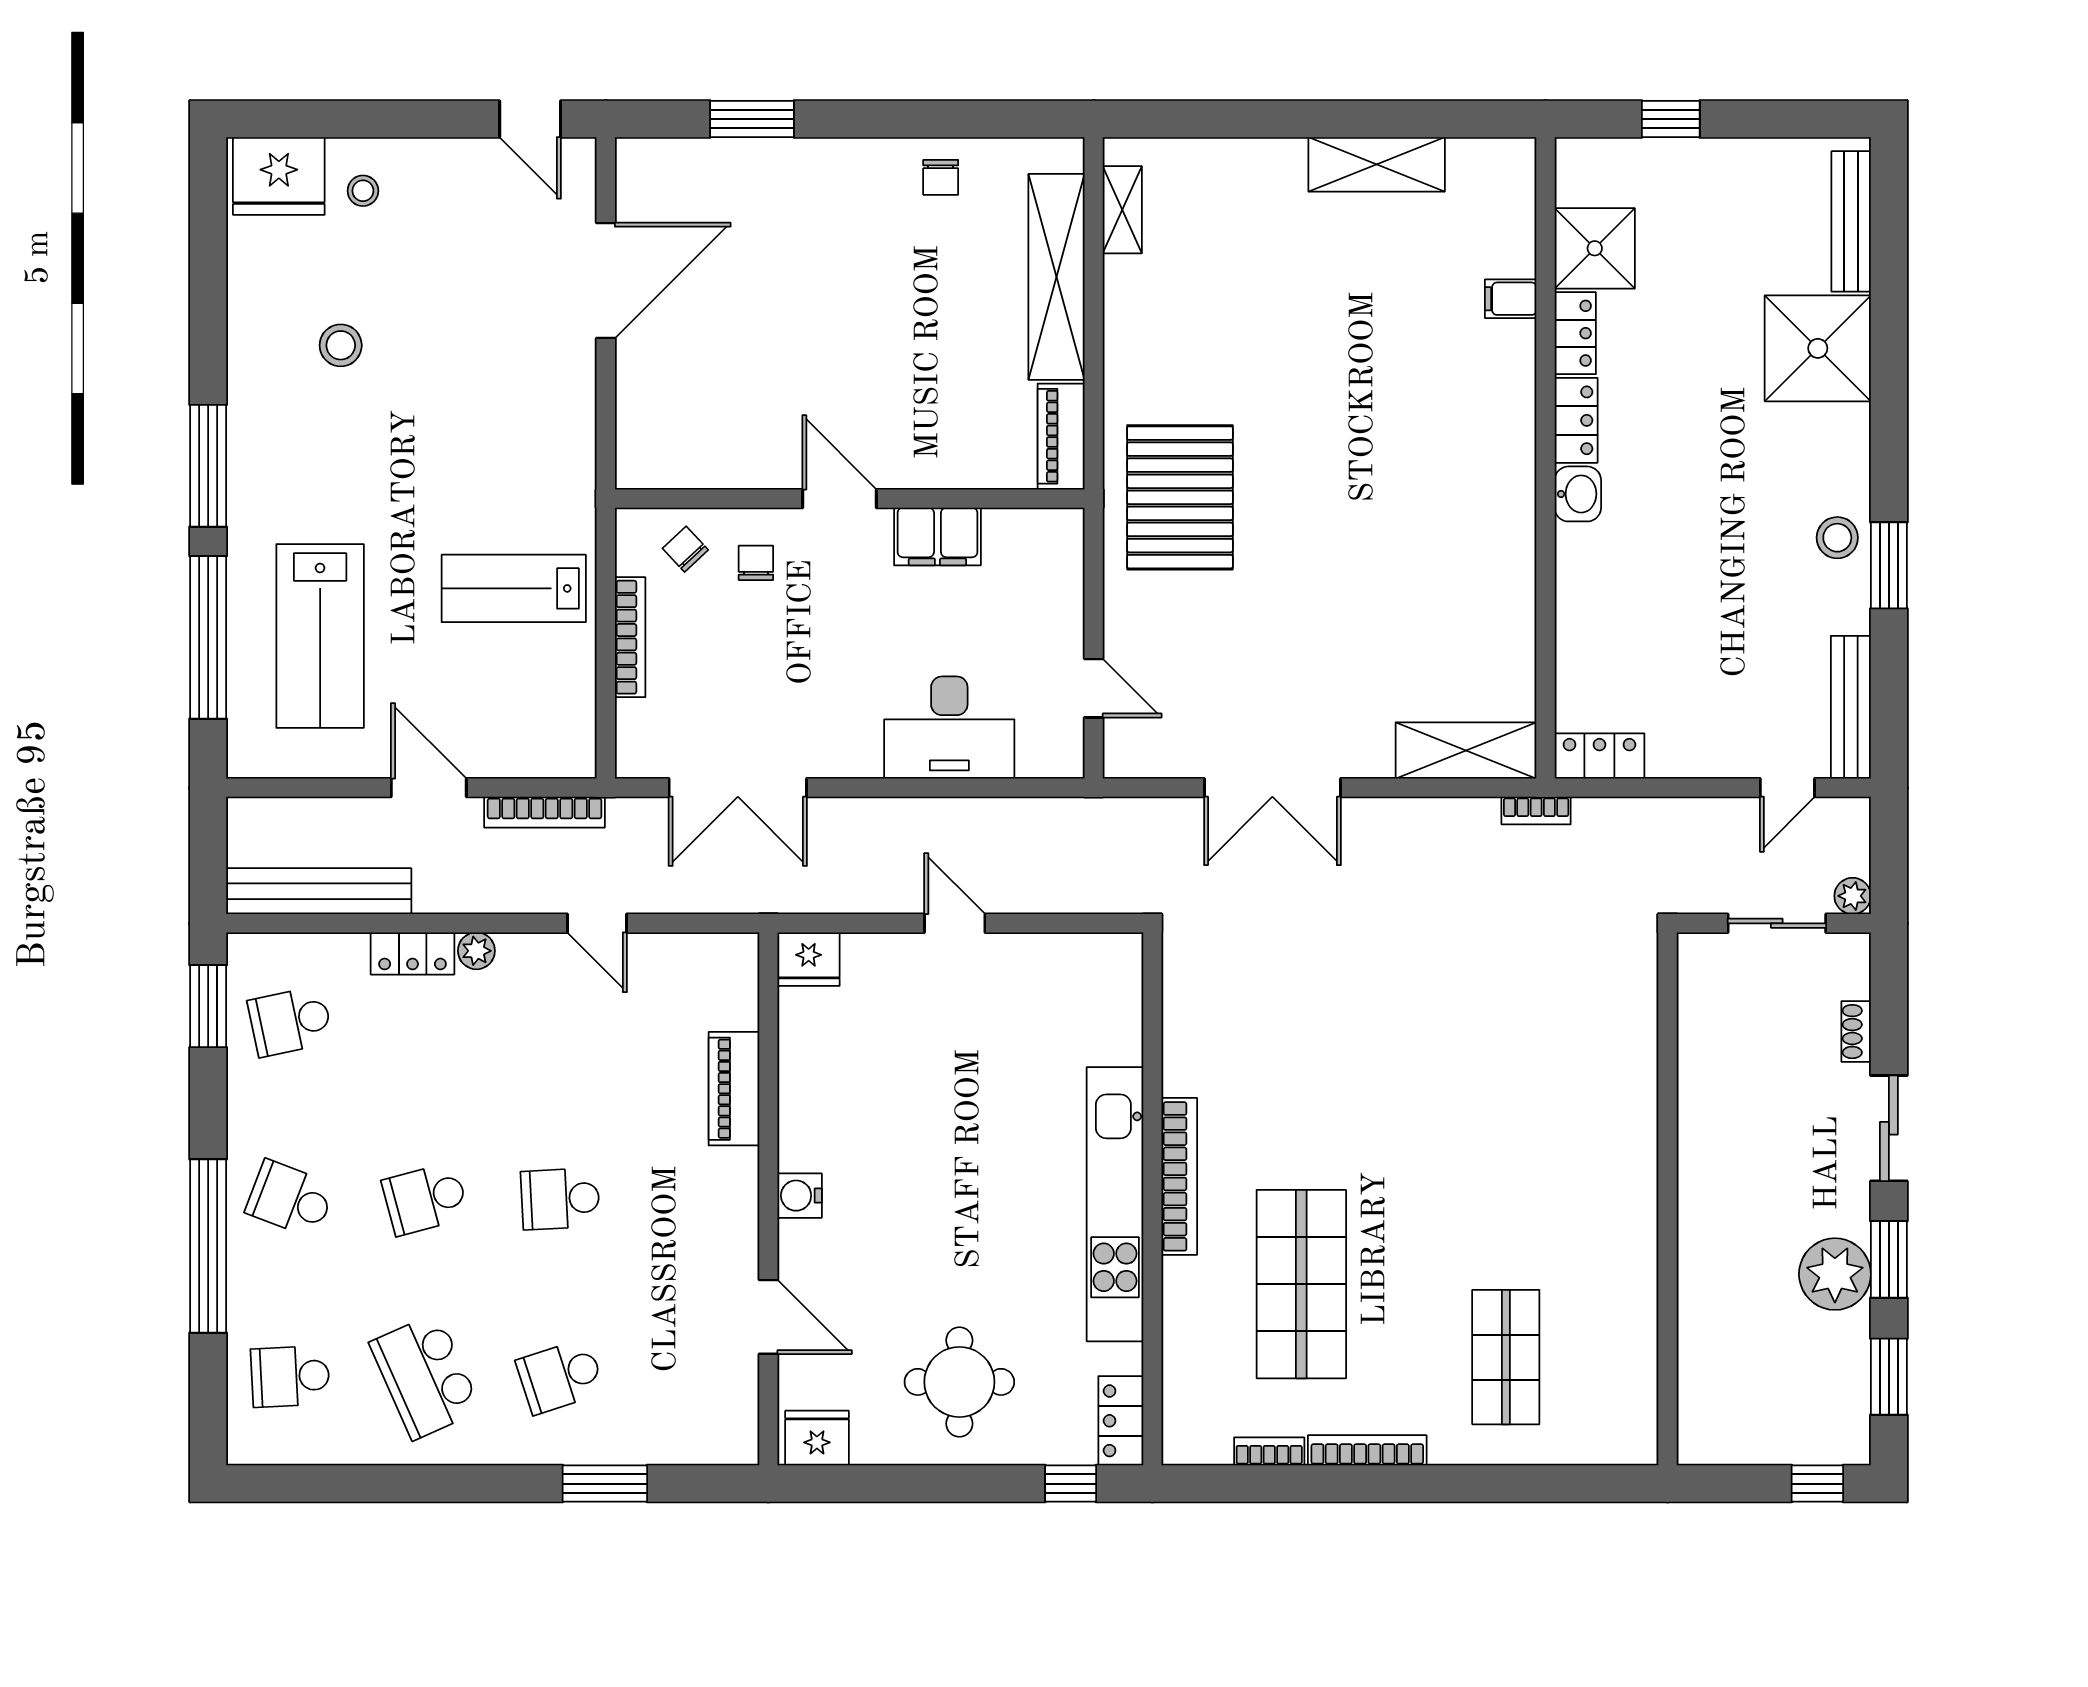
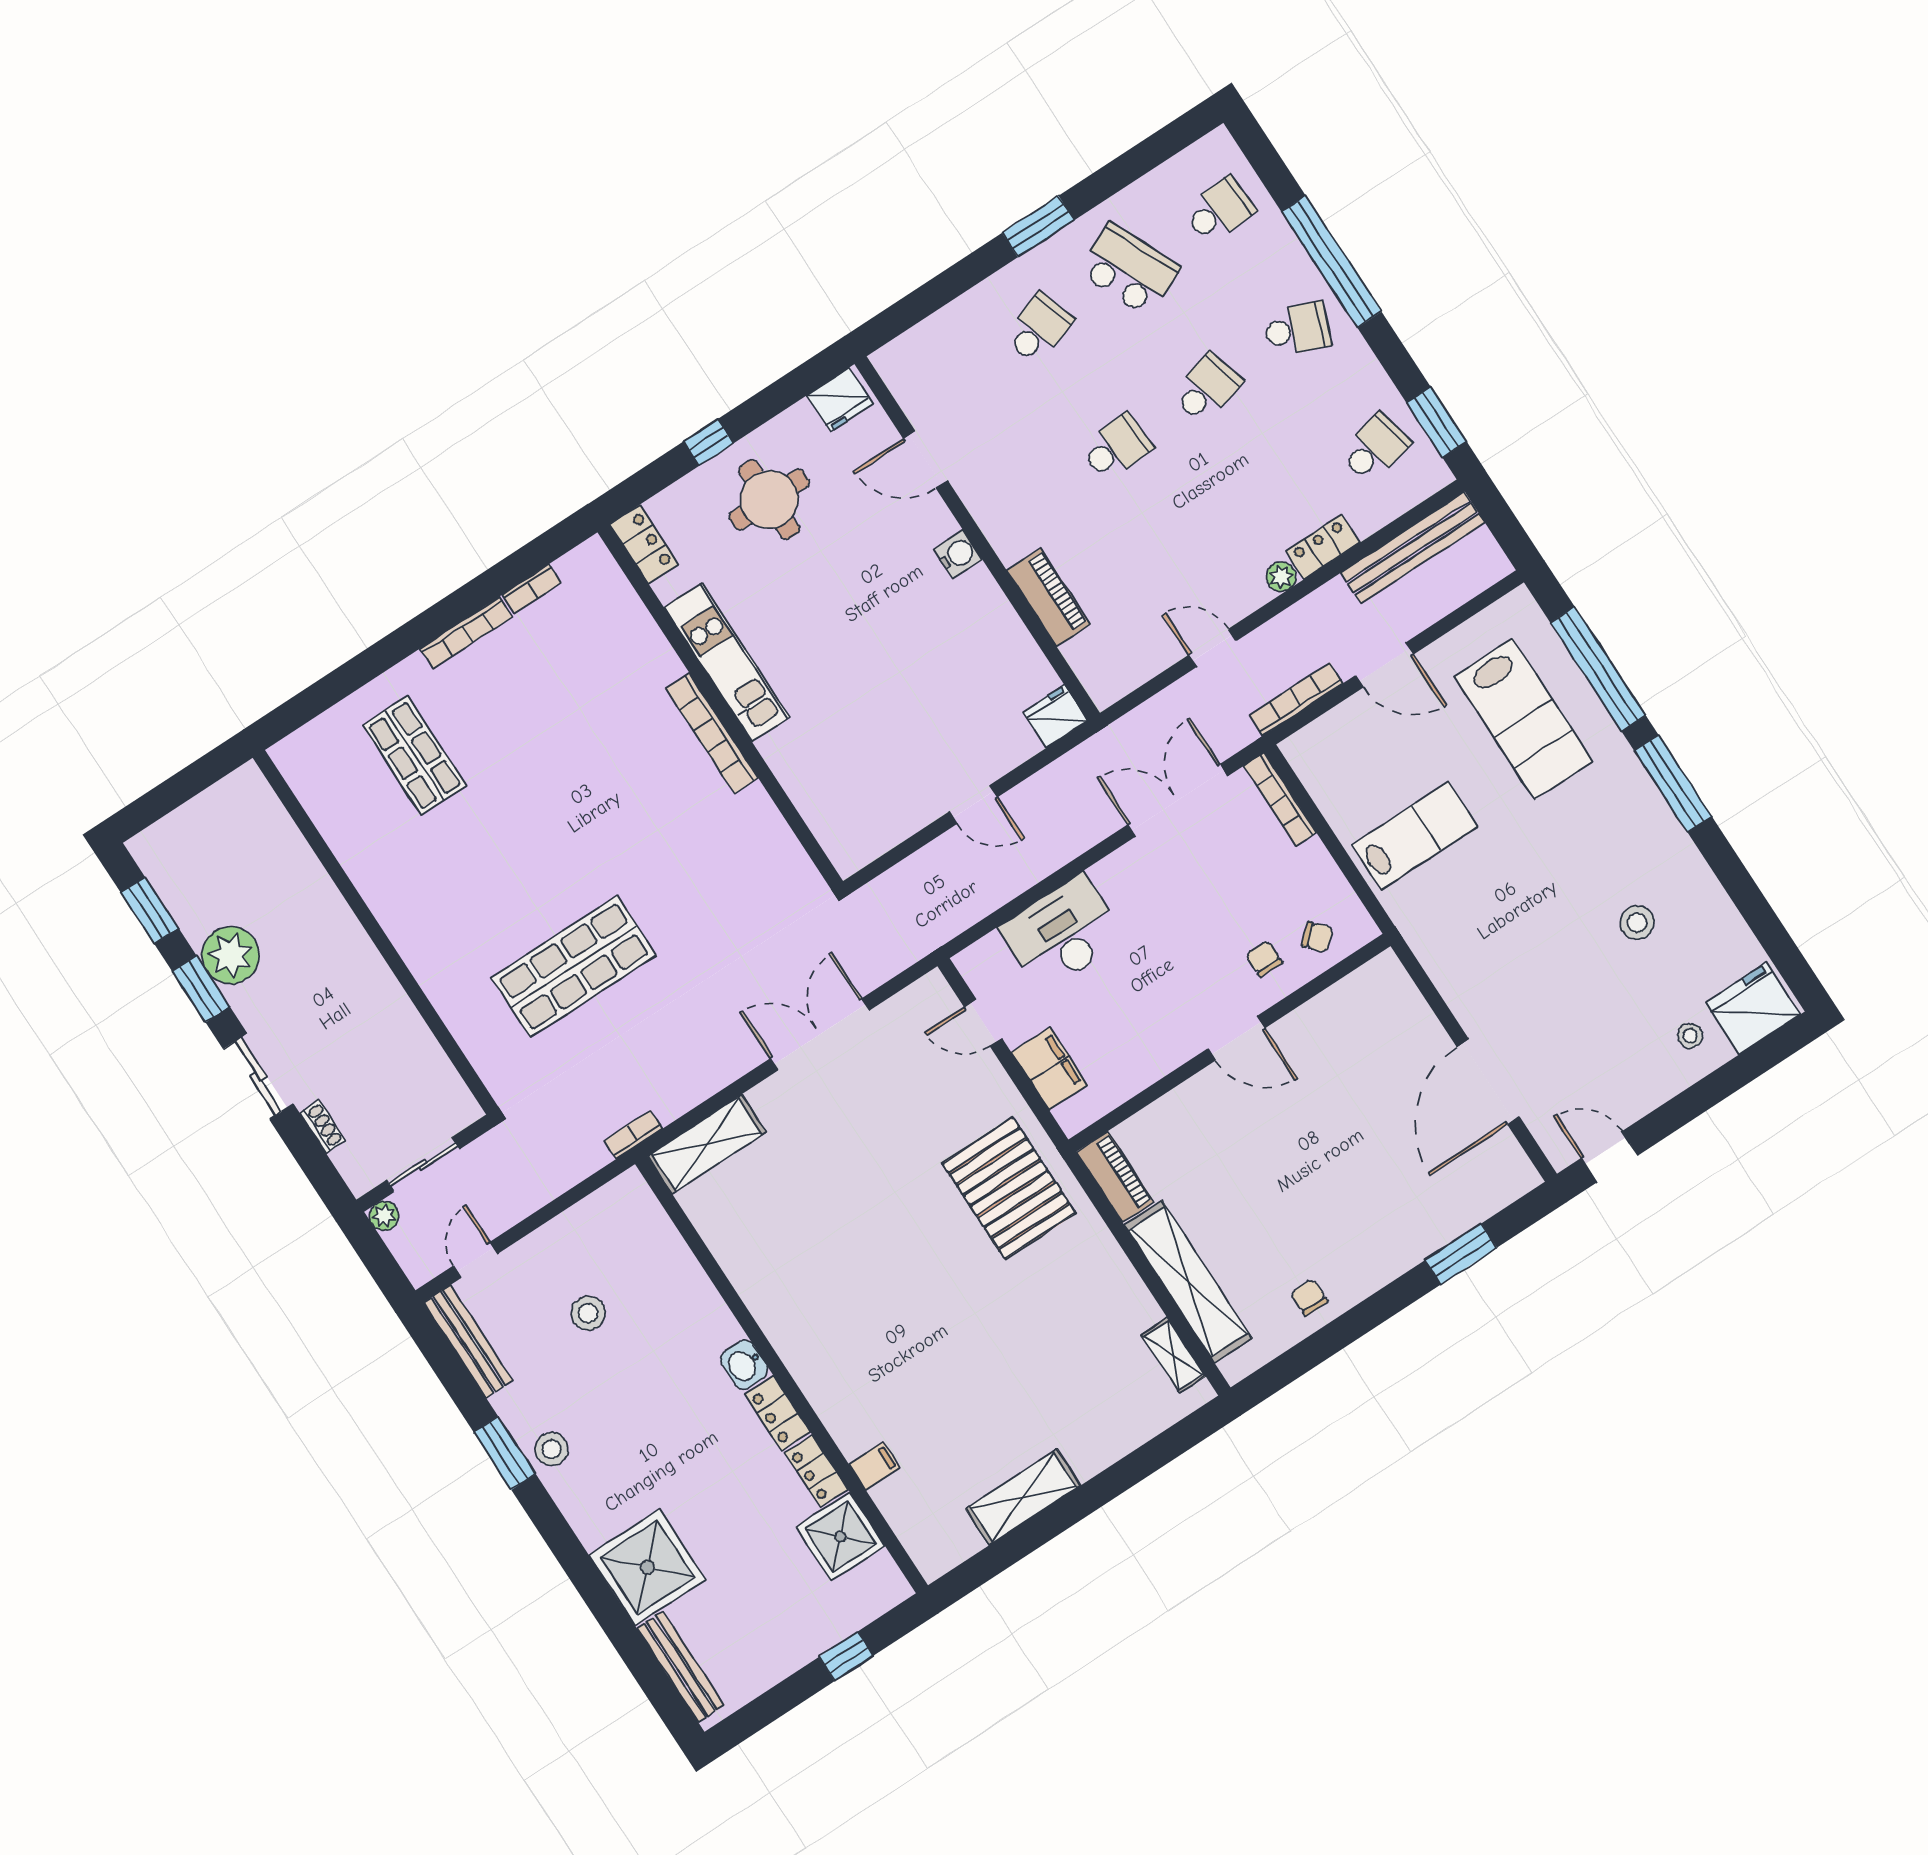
filing cabinet: (937, 536) -> (1049, 1069), moved, turned 90
chair: (756, 563) -> (1264, 959), turned 180
lab bench: (320, 636) -> (1524, 719), turned 180
bookcase: (630, 637) -> (1280, 799), moved
stool: (1706, 655) -> (588, 1313), added
locker: (1599, 756) -> (615, 1199), removed
kitchen unit: (1115, 1204) -> (727, 662), width x0.73
shop shelf: (1301, 1284) -> (574, 966), moved, turned 90
window: (605, 1484) -> (1038, 227), moved
window: (1071, 1484) -> (708, 442), moved
window: (1817, 1484) -> (151, 807), removed

